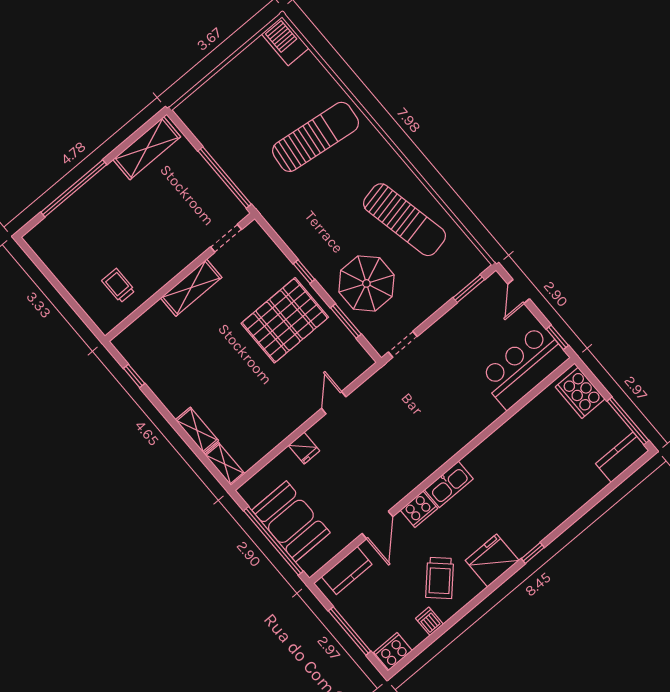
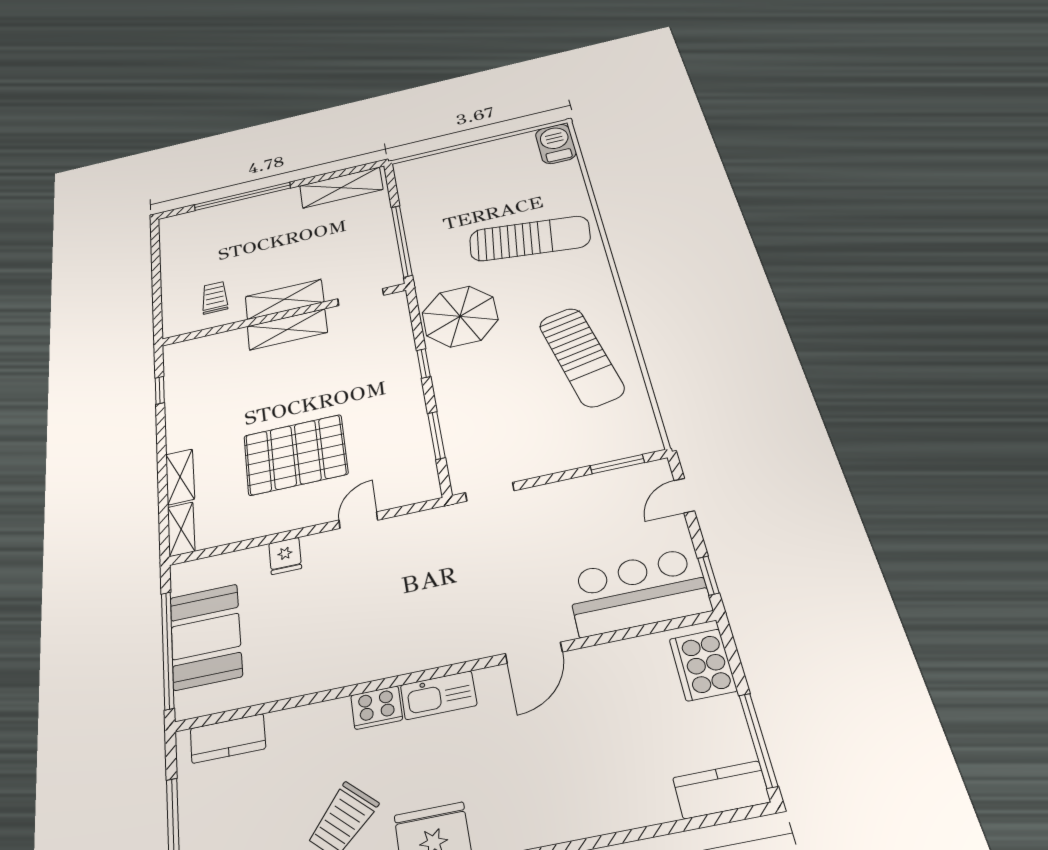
shelving: (172, 264) -> (284, 299), added
parasol: (366, 283) -> (460, 316), moved
pallet: (285, 320) -> (295, 455), moved
door: (377, 525) -> (534, 653), moved

